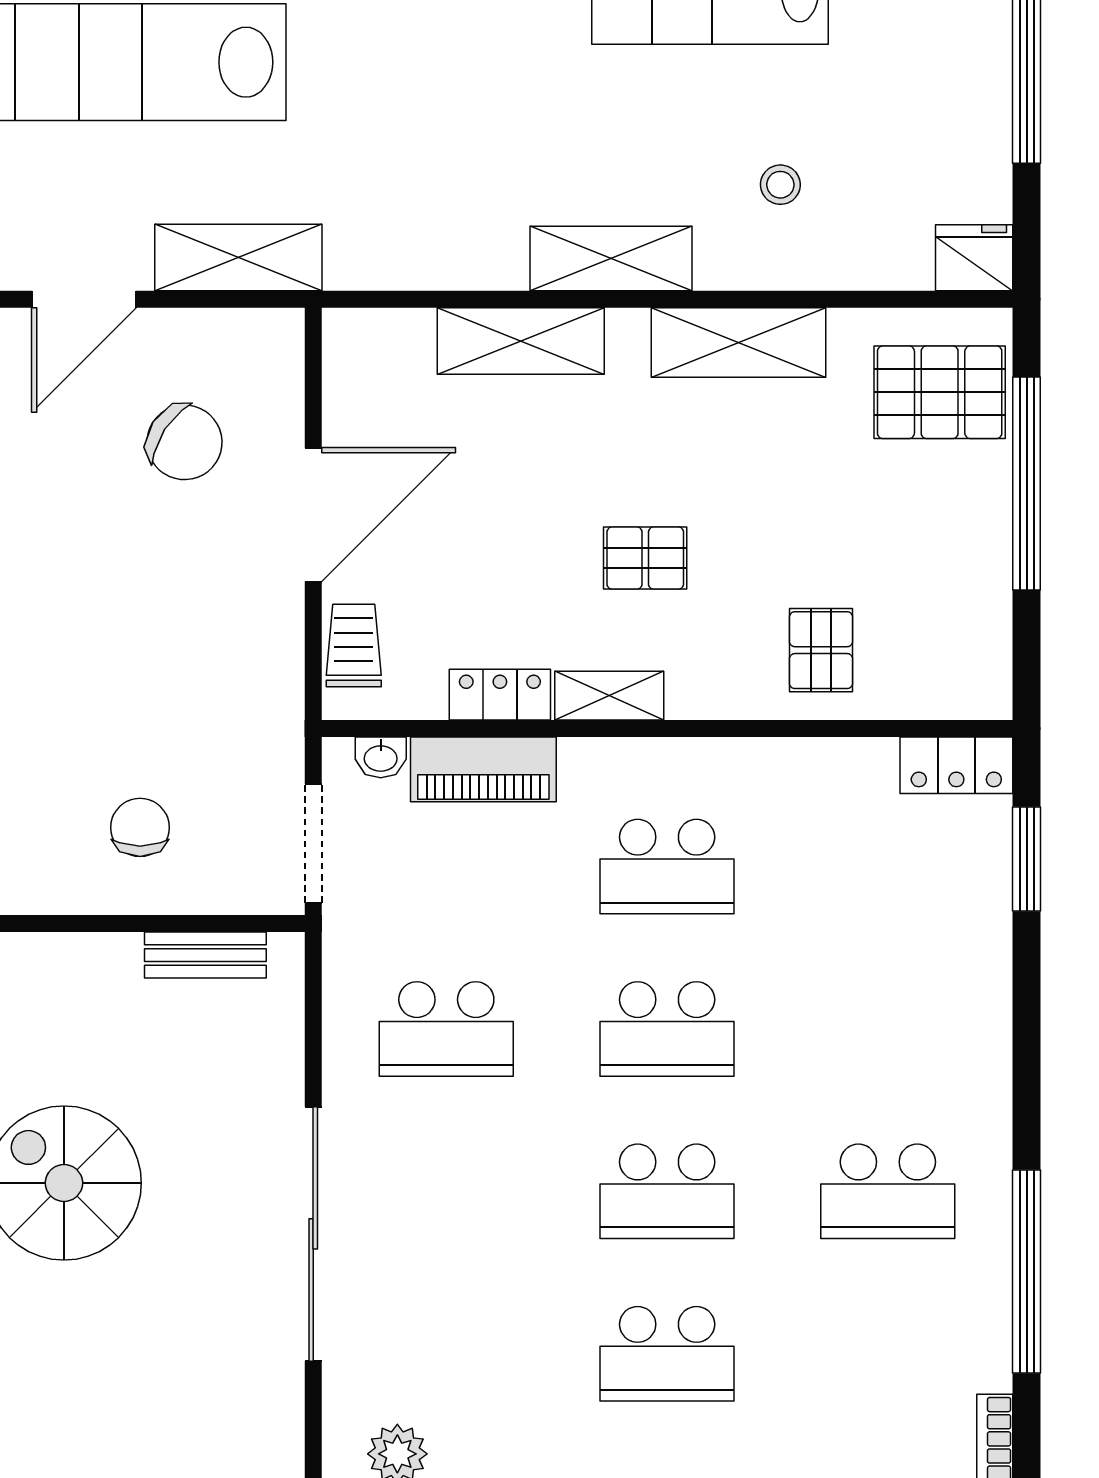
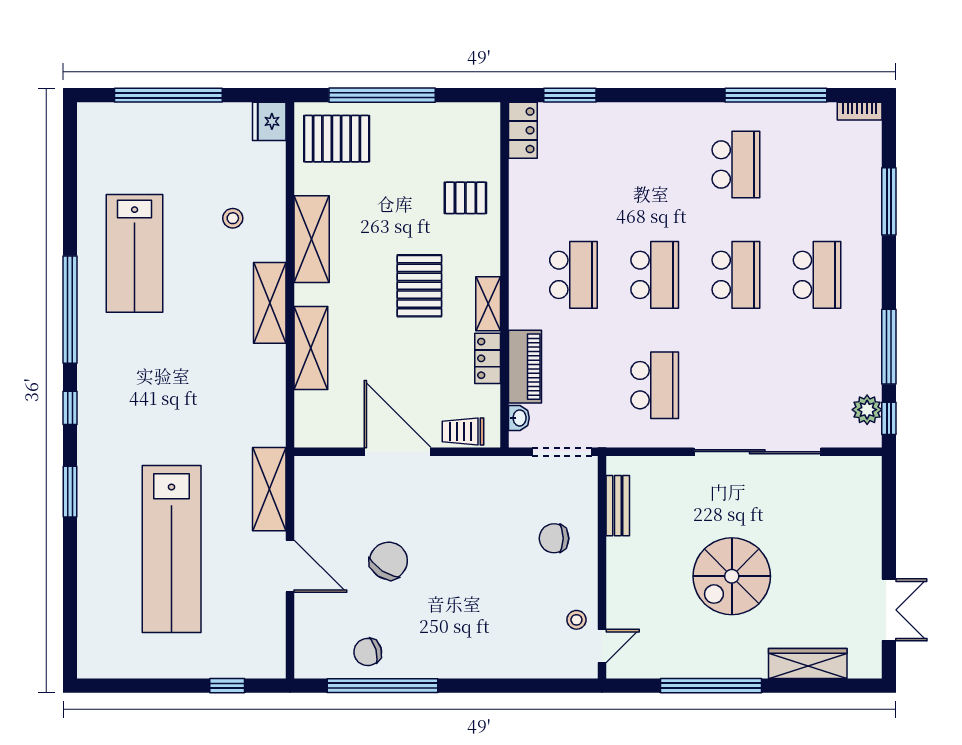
pallet: (940, 392) -> (337, 139), turned 90
chair: (185, 442) -> (389, 561), moved
pallet: (645, 558) -> (419, 286), width x1.50, depth x1.42

